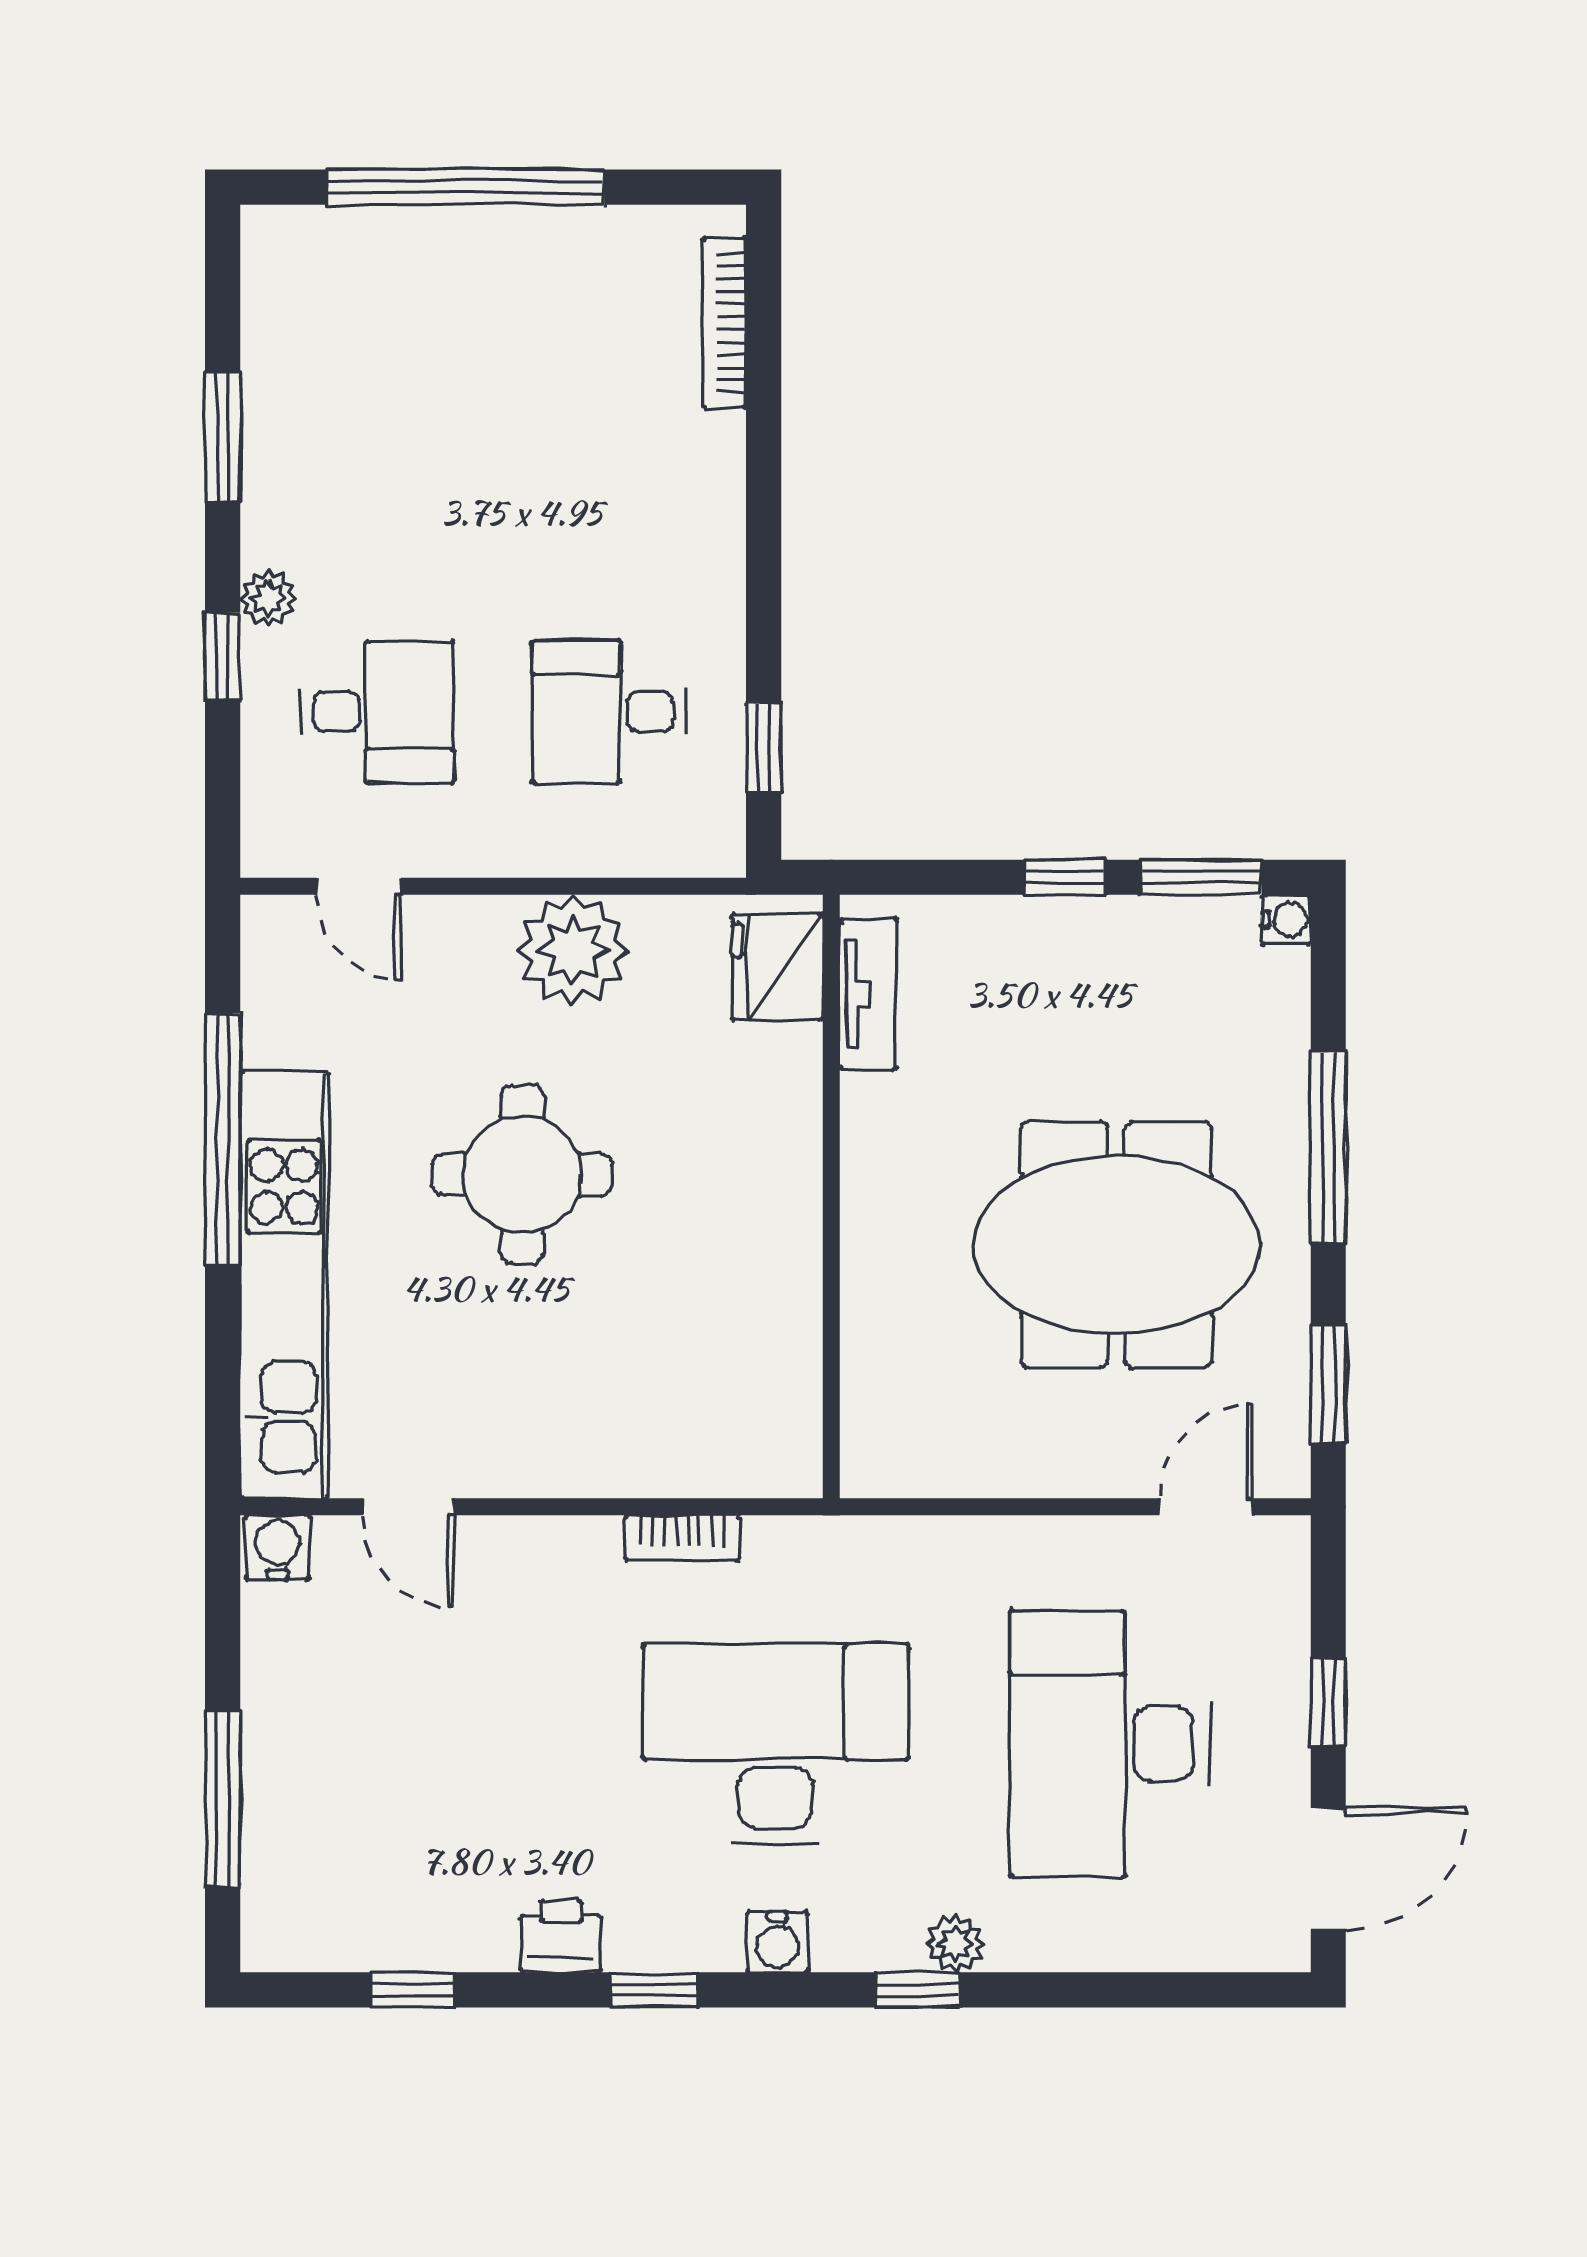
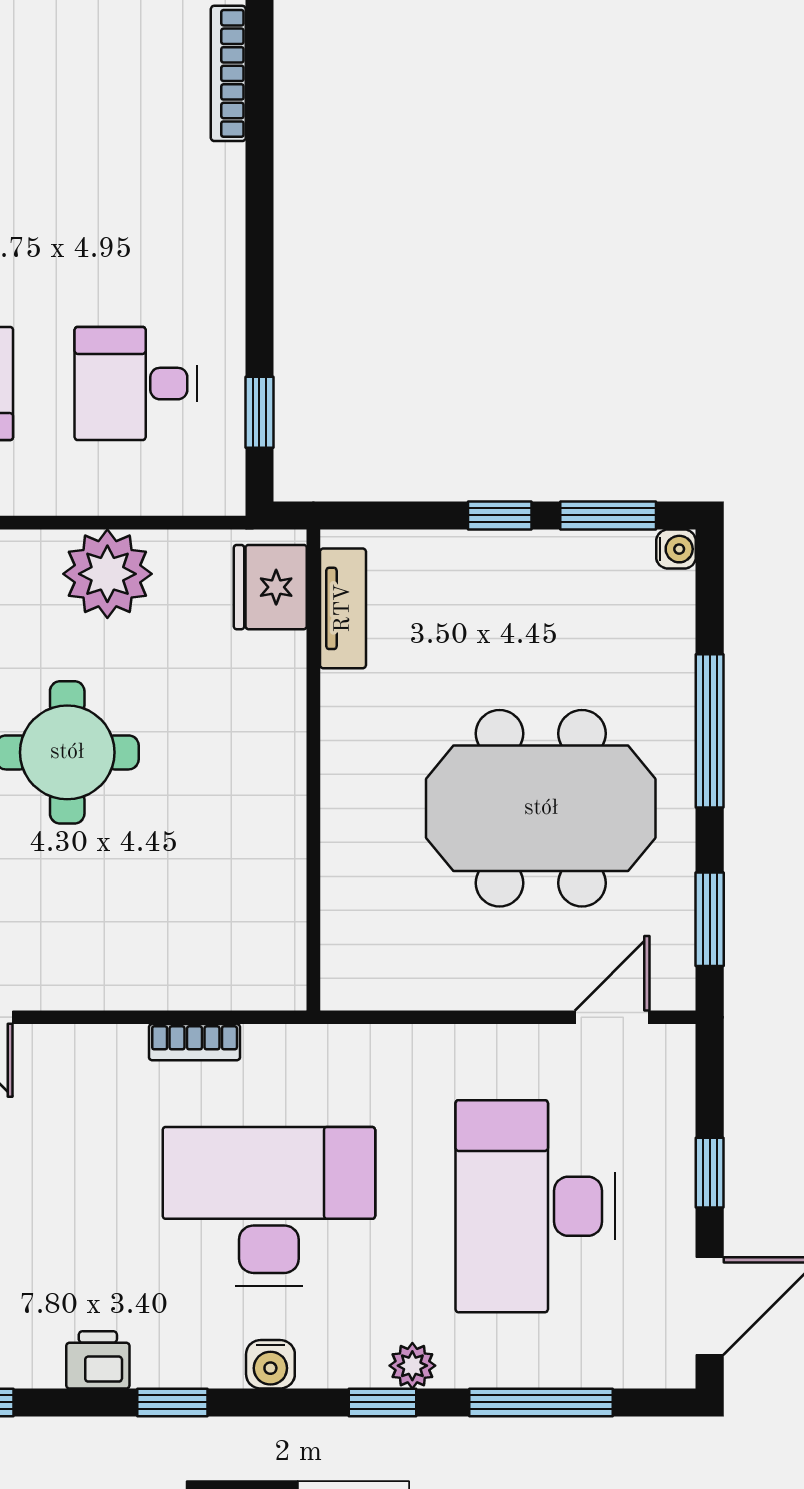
window: (1117, 1990) -> (541, 1402), added

